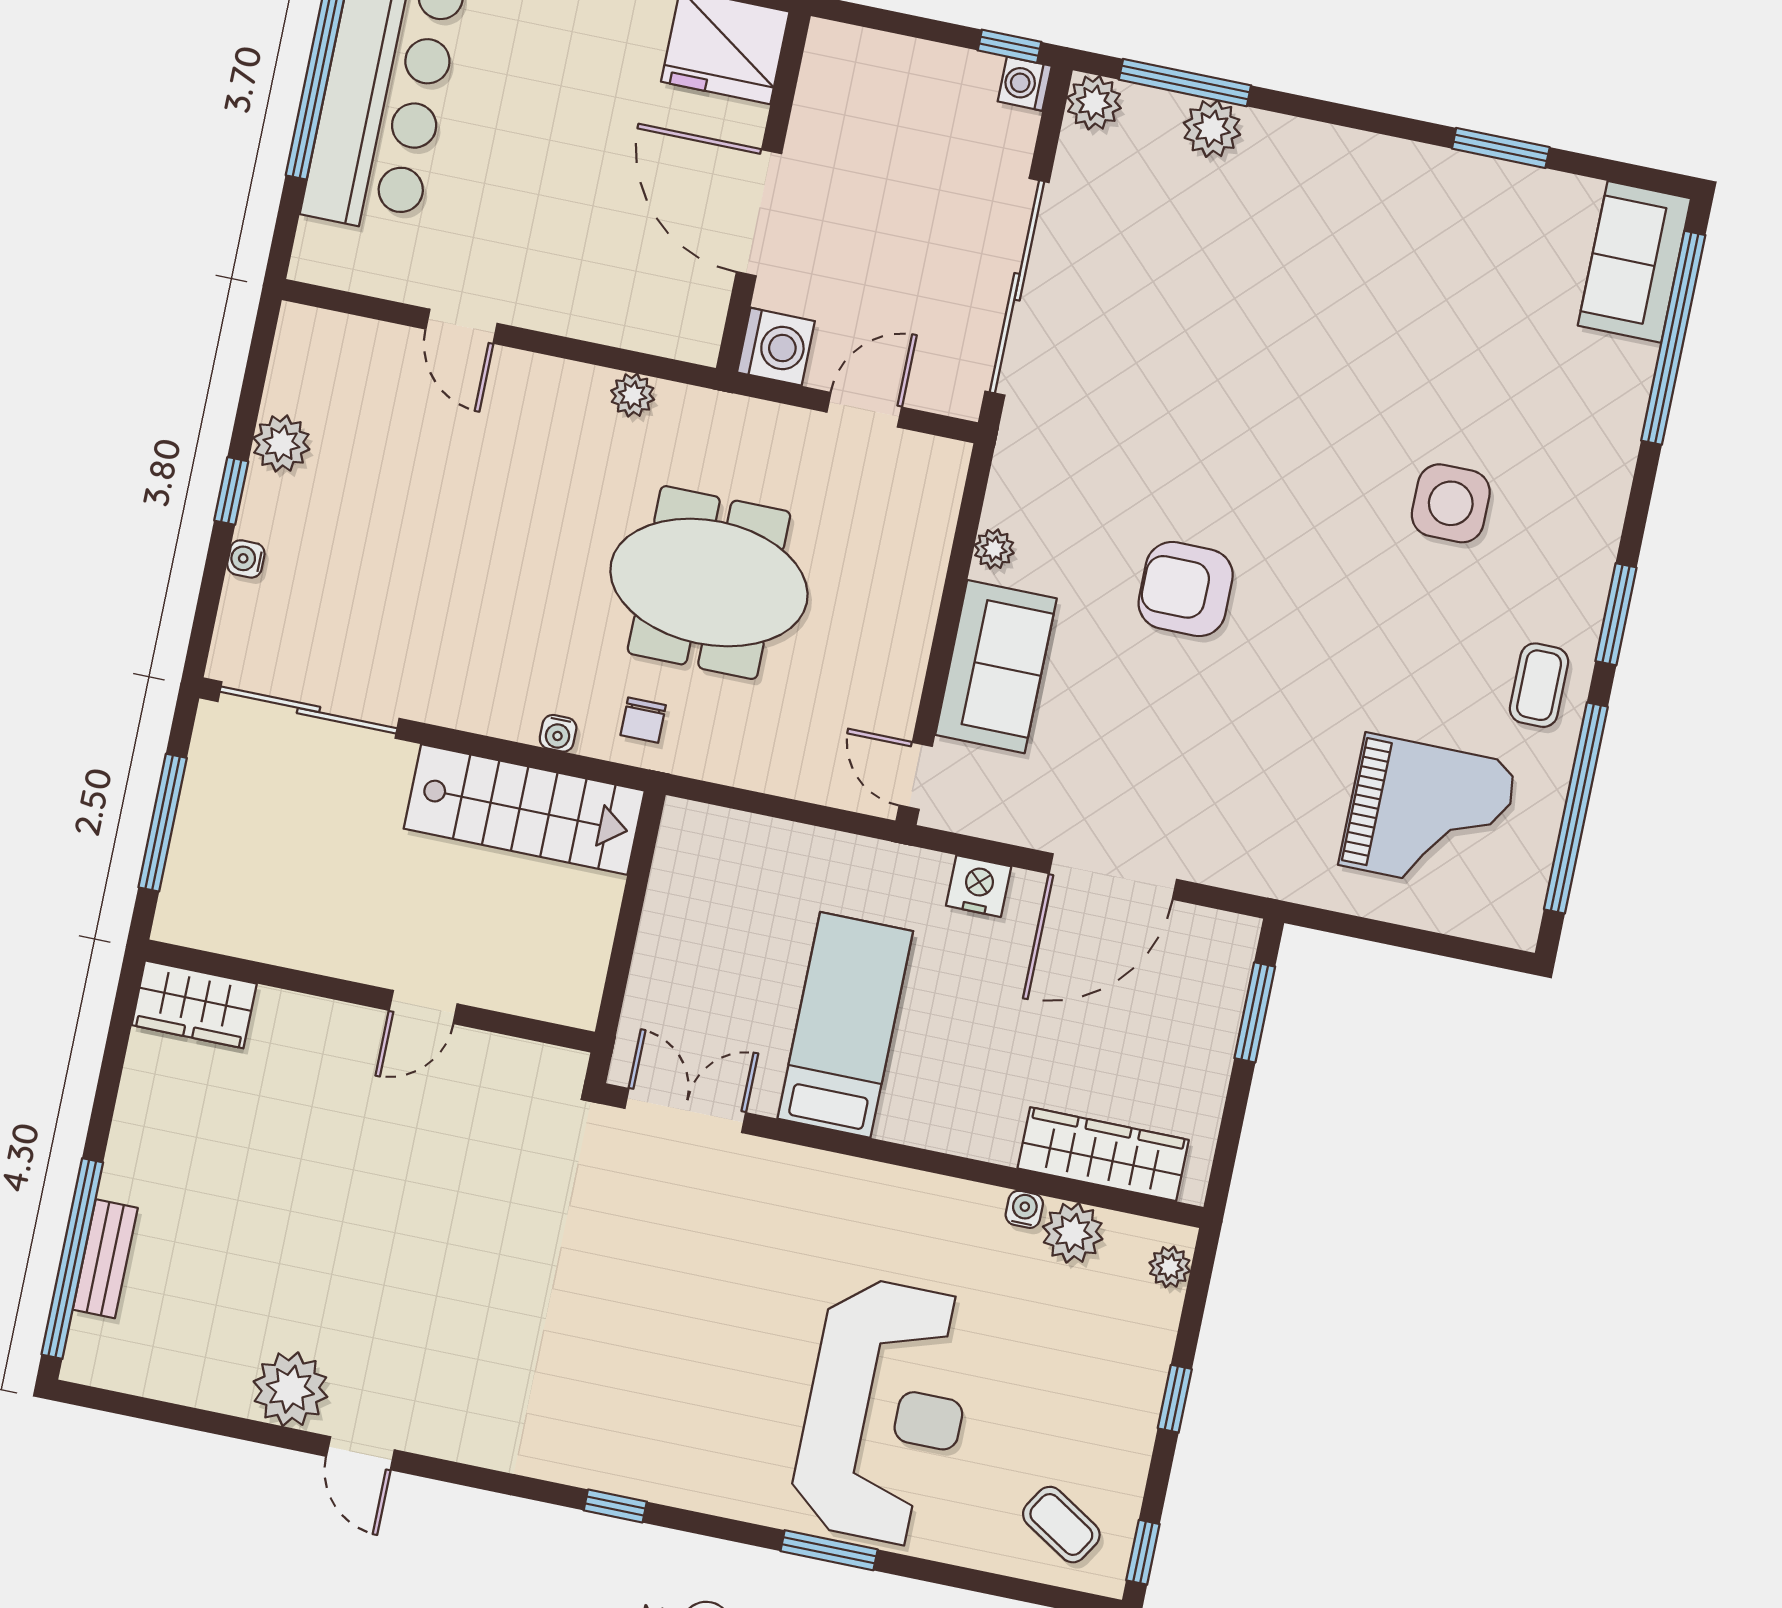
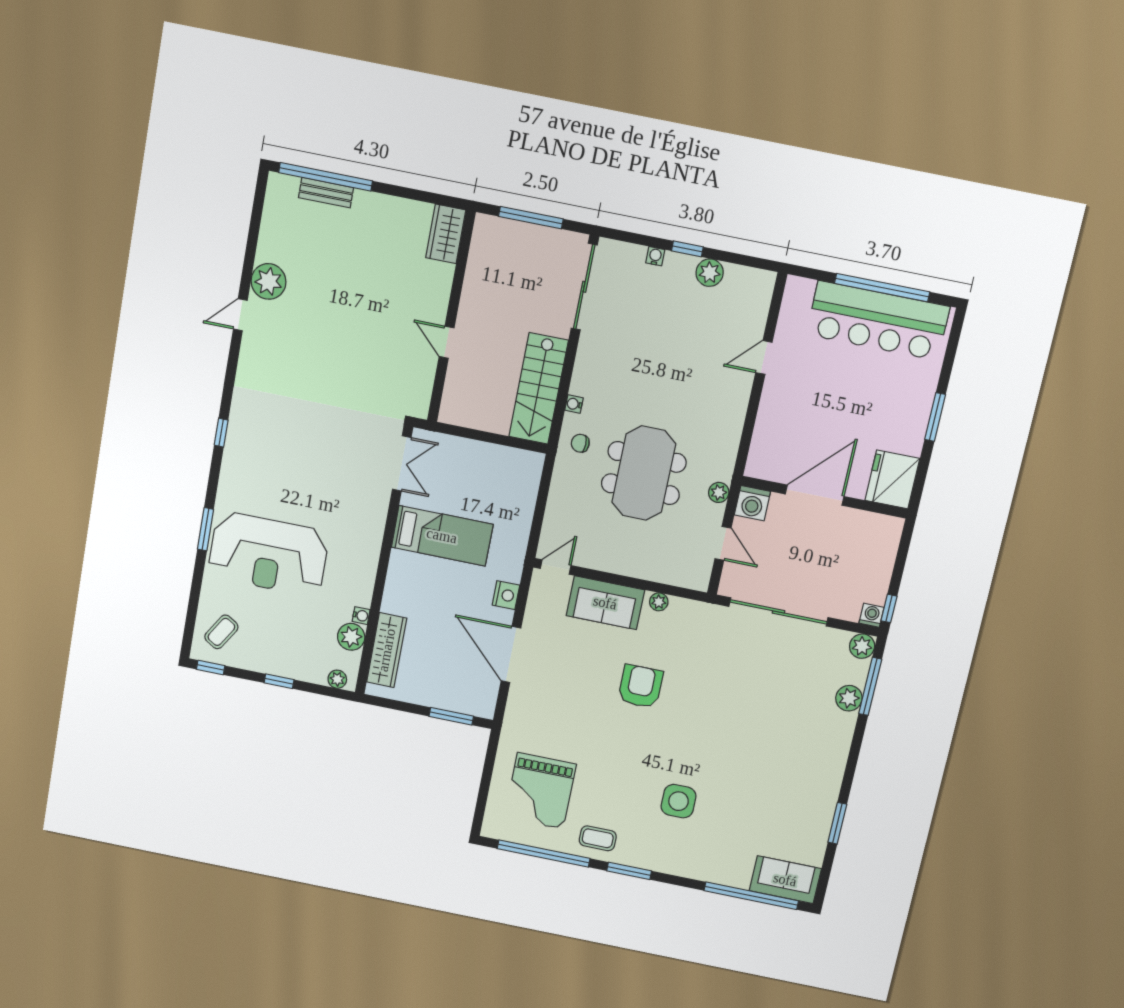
plant: (633, 395) -> (719, 492), moved

